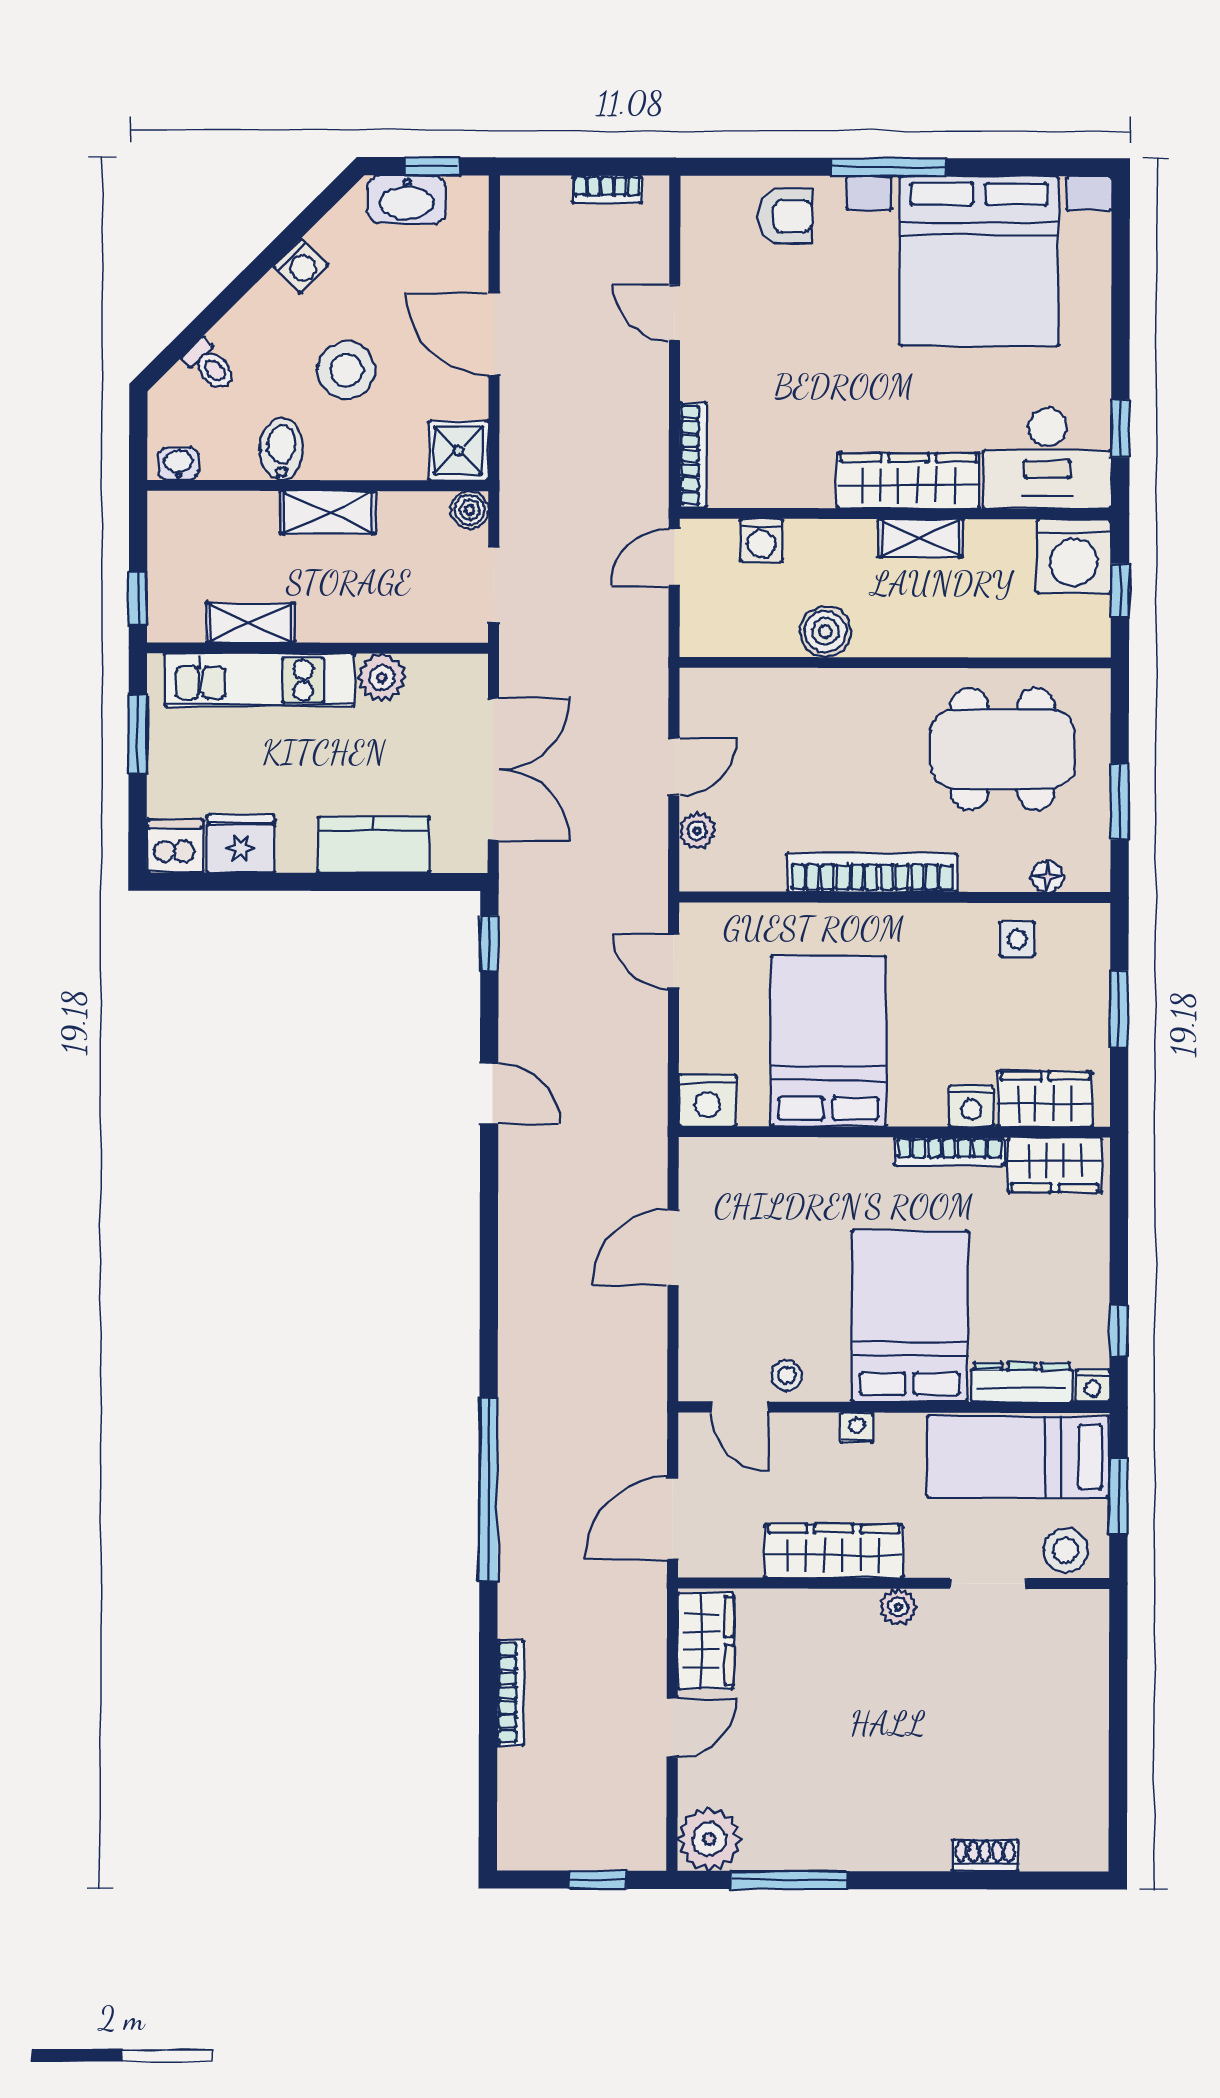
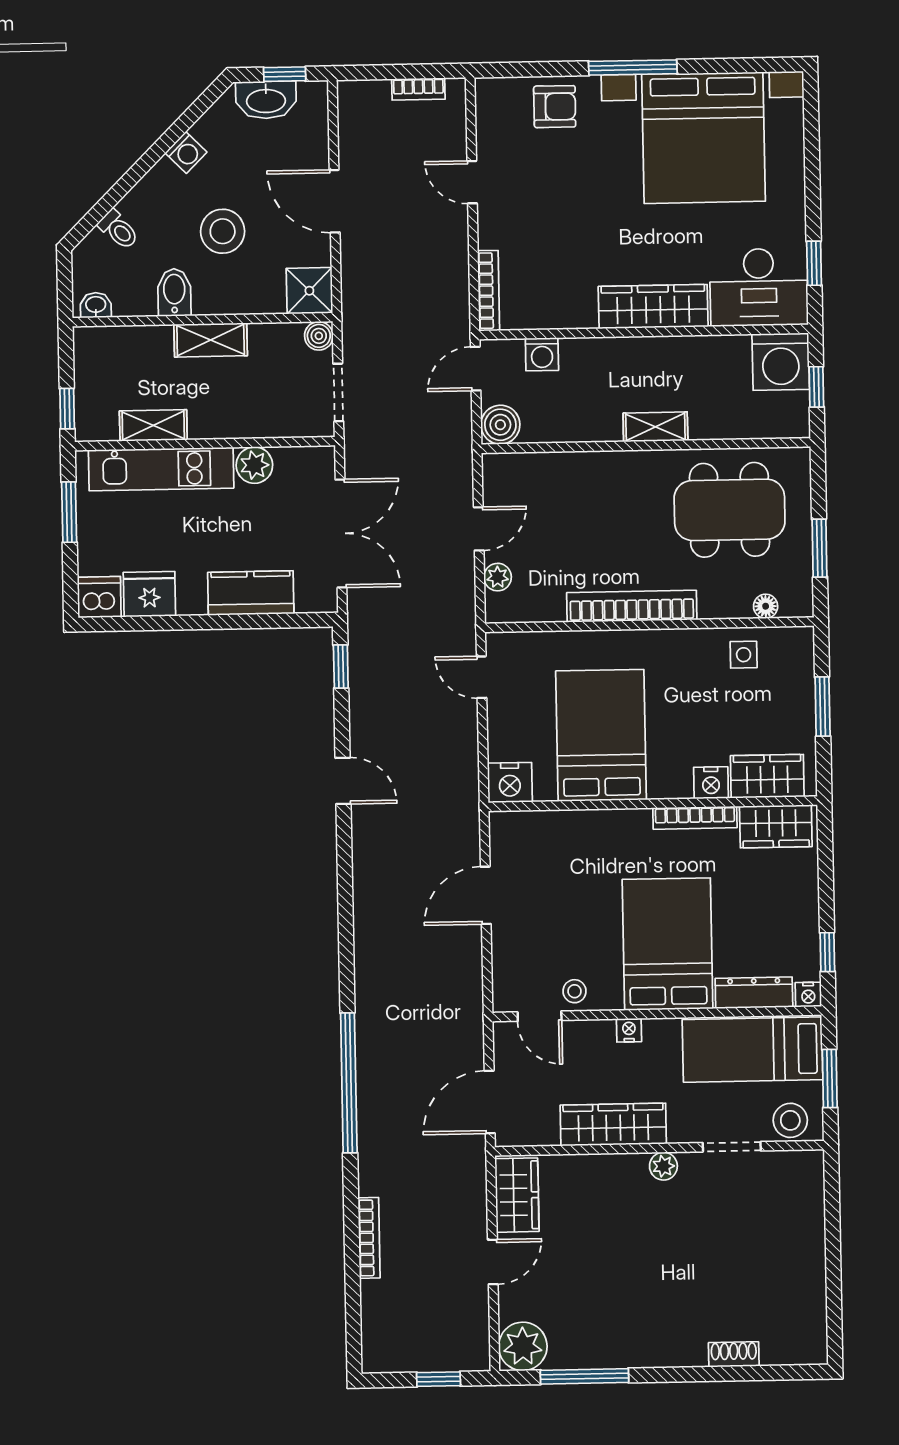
shelving: (921, 538) -> (655, 427), moved
boiler: (825, 632) -> (500, 425), moved

